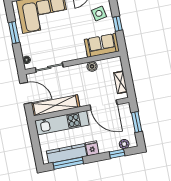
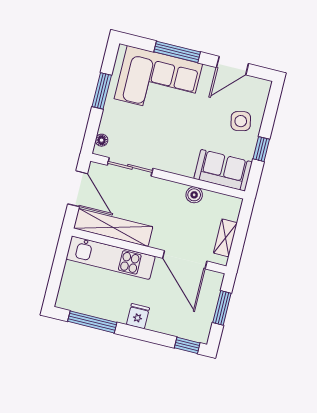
plant: (124, 144) -> (188, 332), removed
kitchen counter: (67, 153) -> (97, 306), removed
window: (117, 154) -> (187, 345), moved

